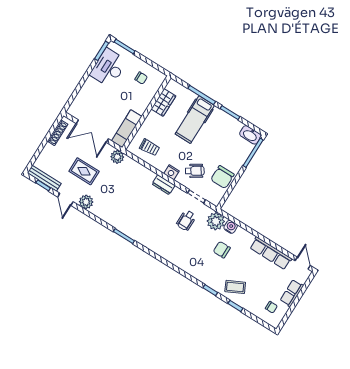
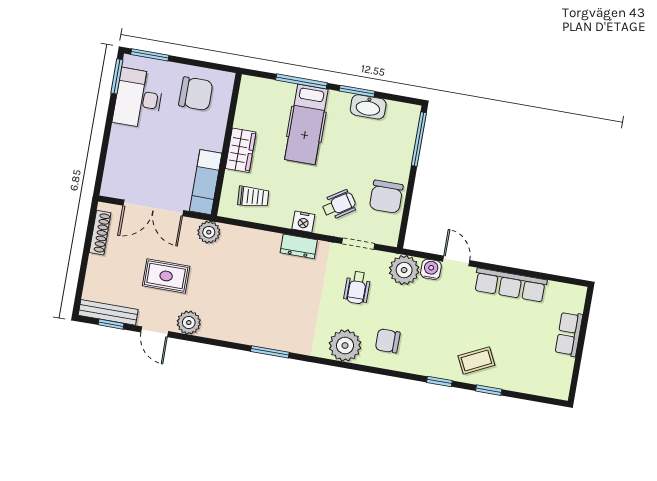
chair: (141, 78) -> (196, 94), width x1.87, depth x1.87
wardrobe: (163, 102) -> (241, 150), moved
washbasin: (250, 135) -> (368, 107), moved
plant: (167, 249) -> (345, 345), added
chair: (222, 250) -> (388, 341), moved
door: (303, 263) -> (456, 261), moved
chair: (271, 307) -> (546, 369), removed

